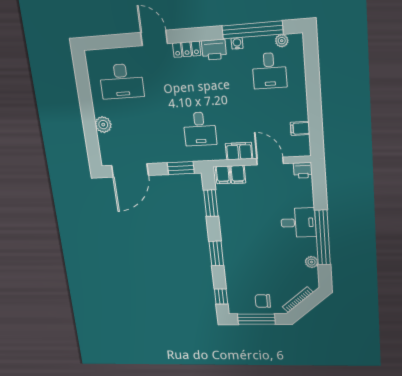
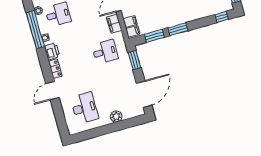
door: (130, 170) -> (144, 94), hinge flipped
window: (216, 253) -> (178, 29), moved

